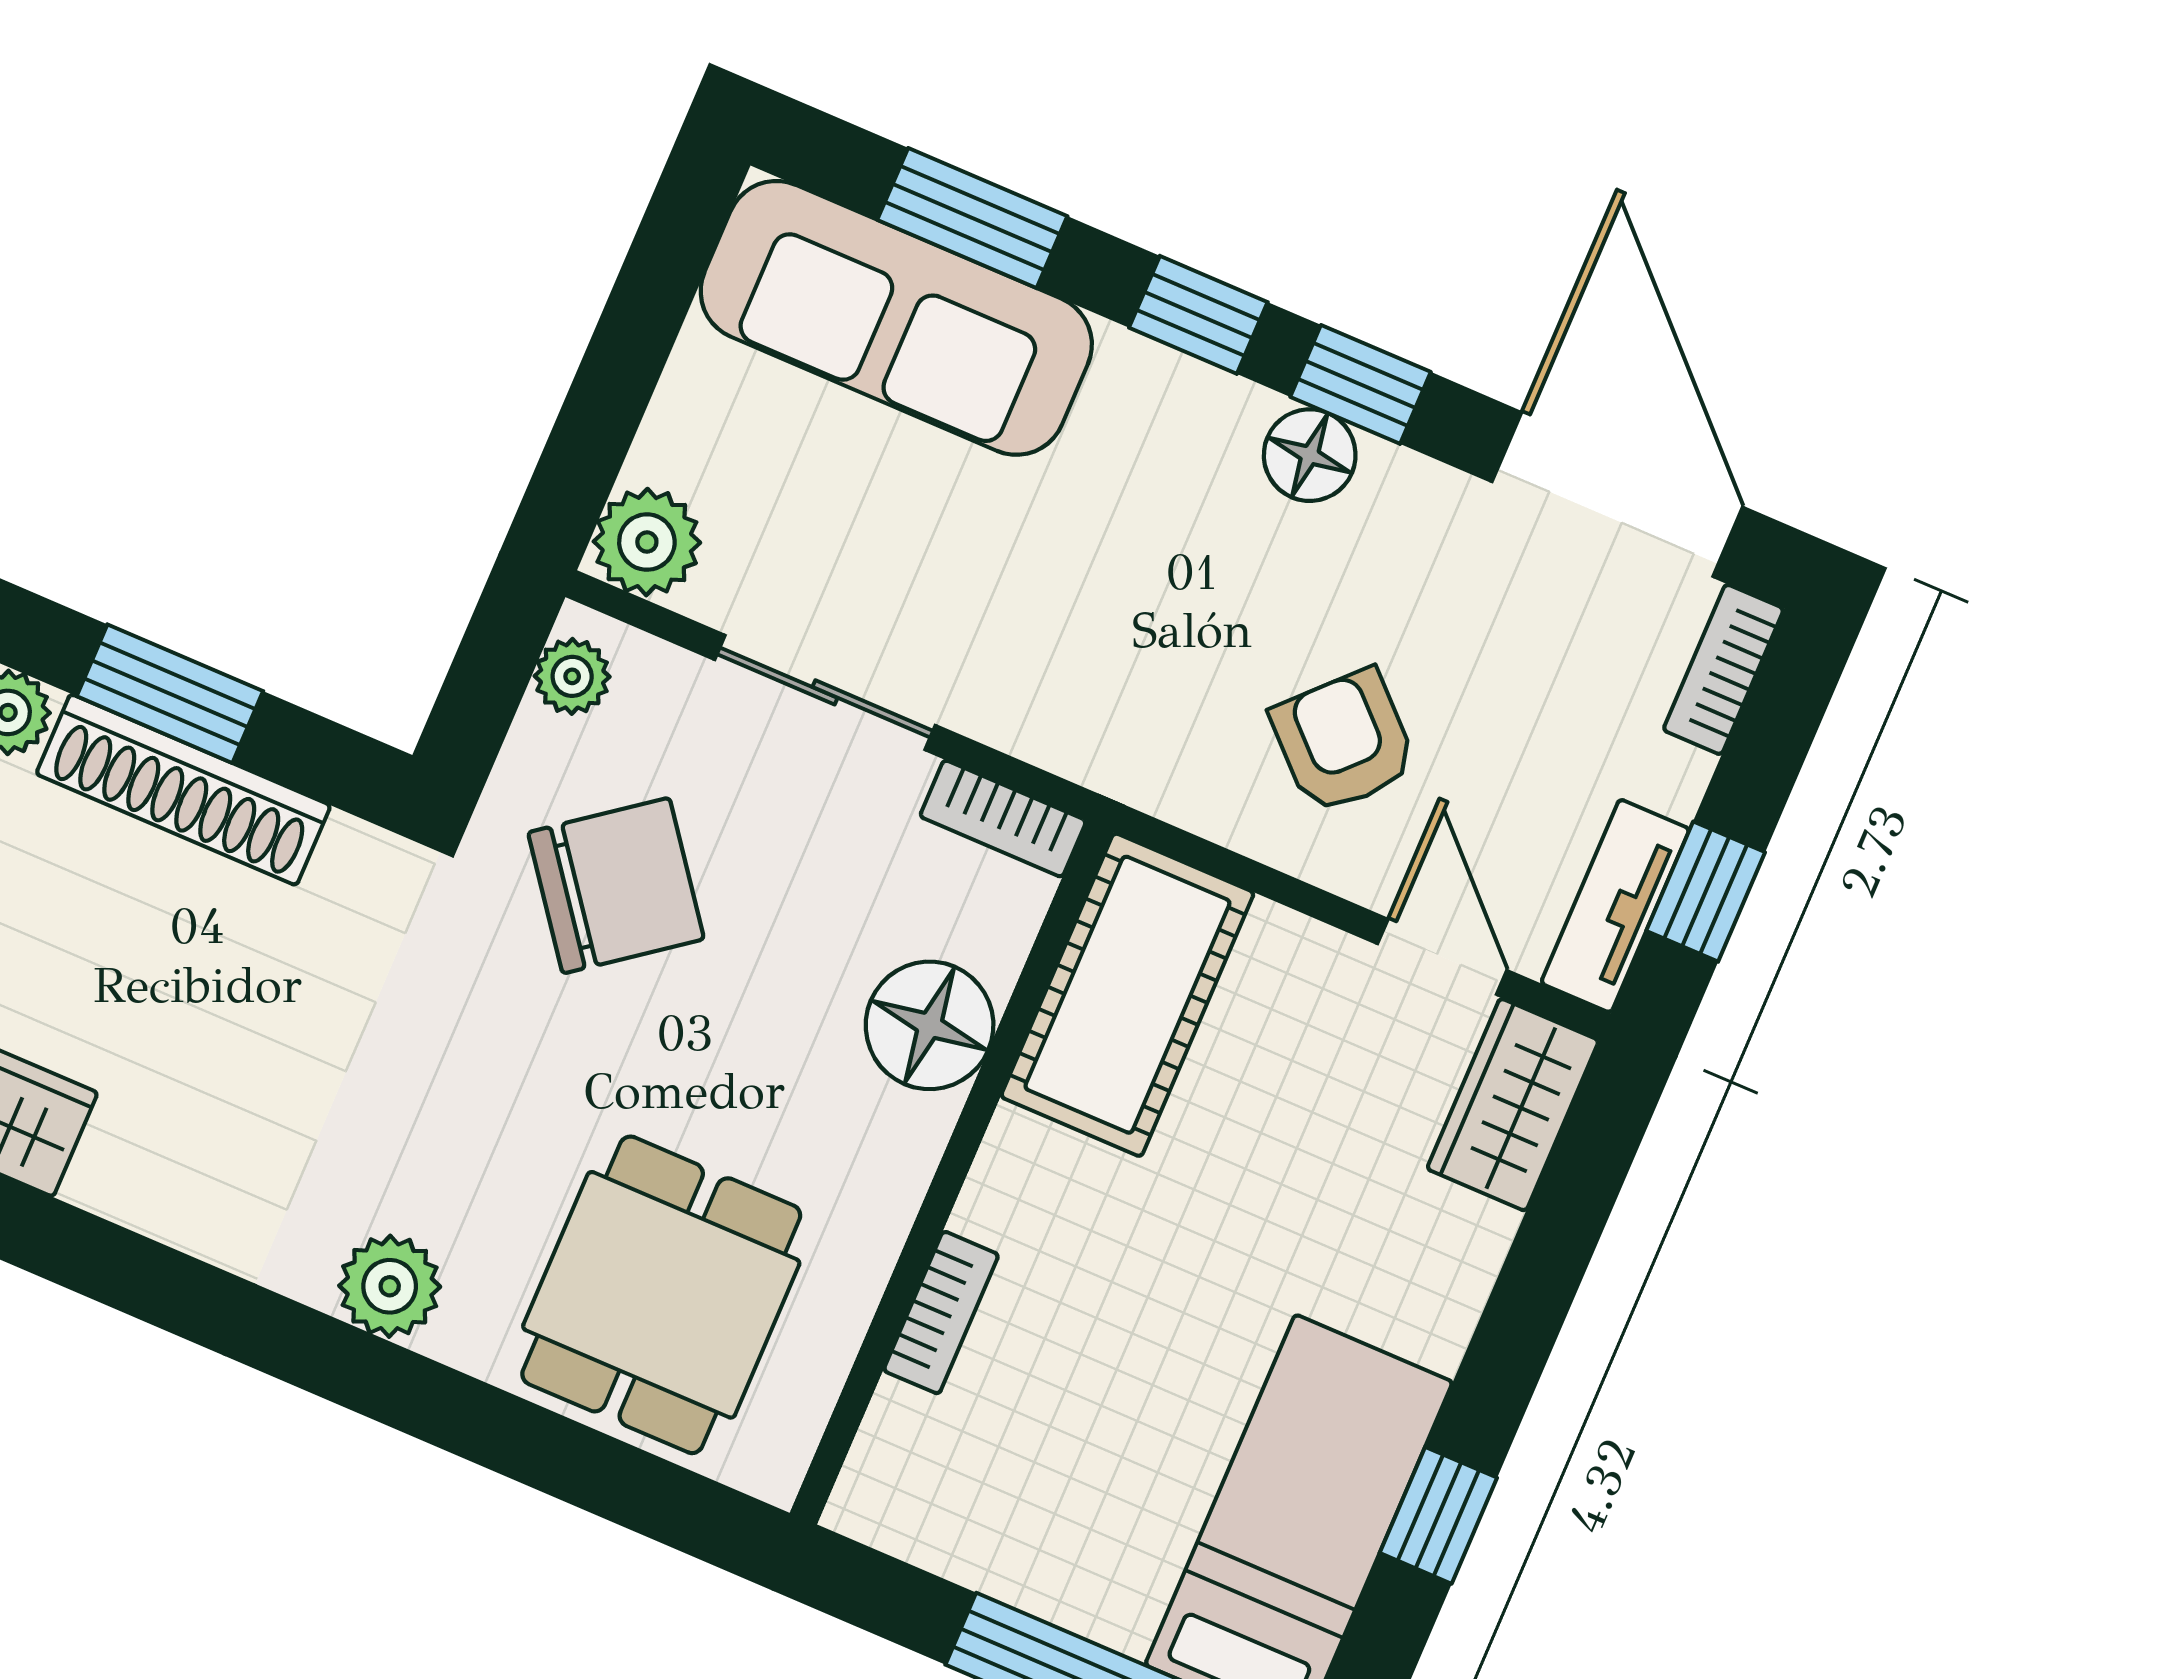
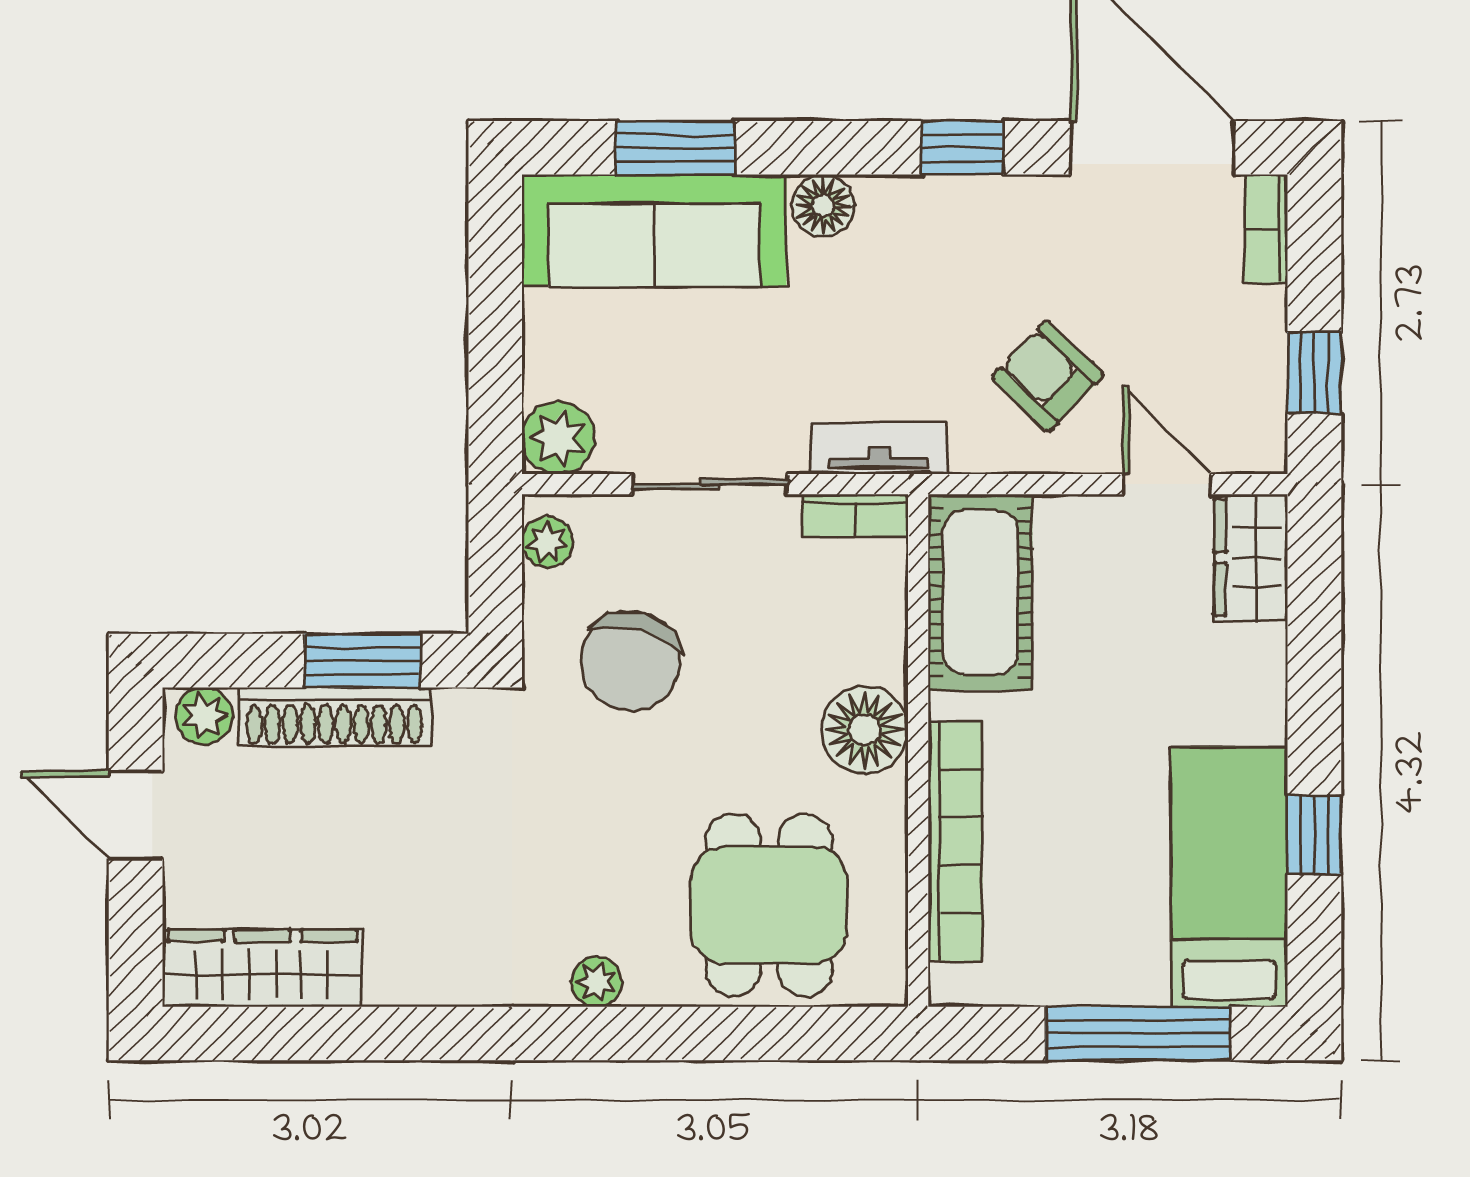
window: (1198, 315) -> (842, 148), removed
floor lamp: (1310, 455) -> (823, 206), moved
window: (170, 694) -> (362, 661), moved
chair: (616, 886) -> (631, 661), turned 142
tv unit: (1615, 906) -> (879, 448), moved, turned 90
floor lamp: (930, 1025) -> (865, 730), moved
plant: (390, 1286) -> (597, 982), width x0.73, depth x0.73
bookcase: (941, 1313) -> (955, 841), width x2.31, depth x1.31

